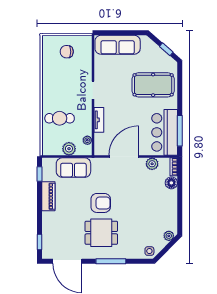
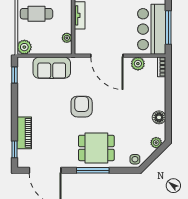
plant: (69, 149) -> (24, 47), moved
door: (124, 156) -> (107, 56), swing flipped
floor lamp: (171, 183) -> (159, 117), moved
piano: (48, 196) -> (24, 133), moved
armchair: (101, 203) -> (82, 107), turned -90
dining table: (101, 233) -> (96, 148), moved

